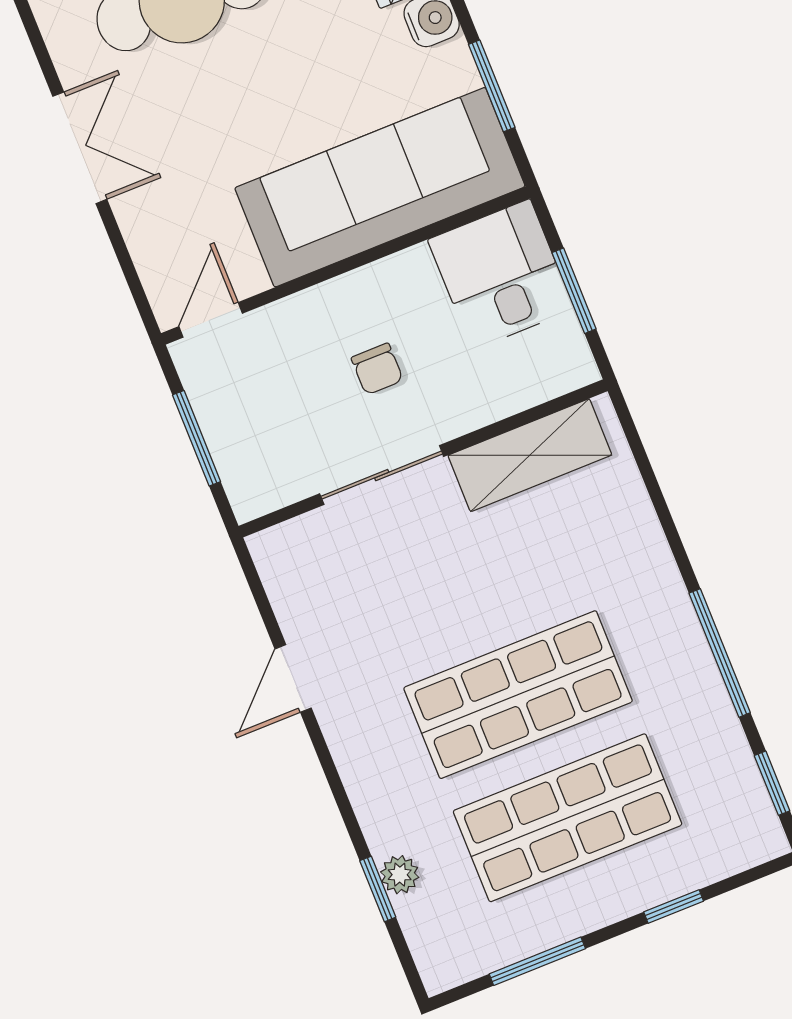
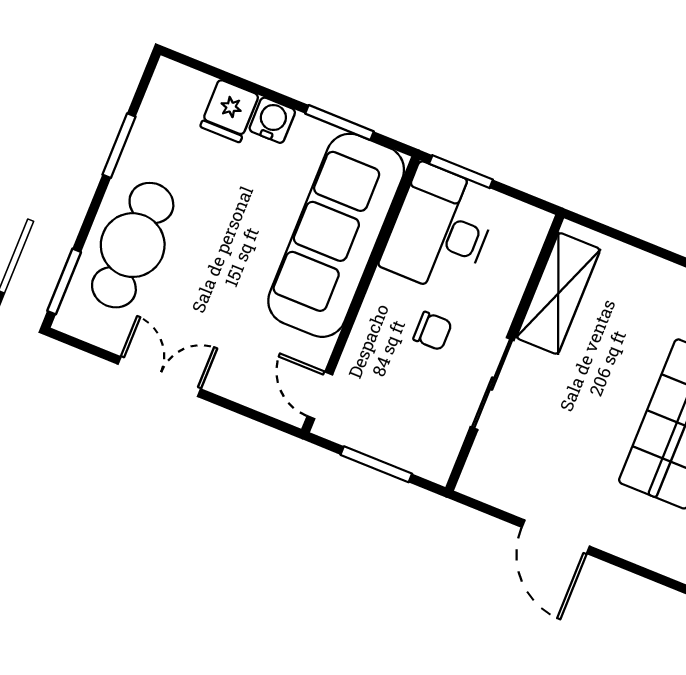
desk: (501, 274) -> (440, 230), width x1.37
window: (574, 291) -> (461, 172), moved
door: (293, 678) -> (556, 537), width x1.38

